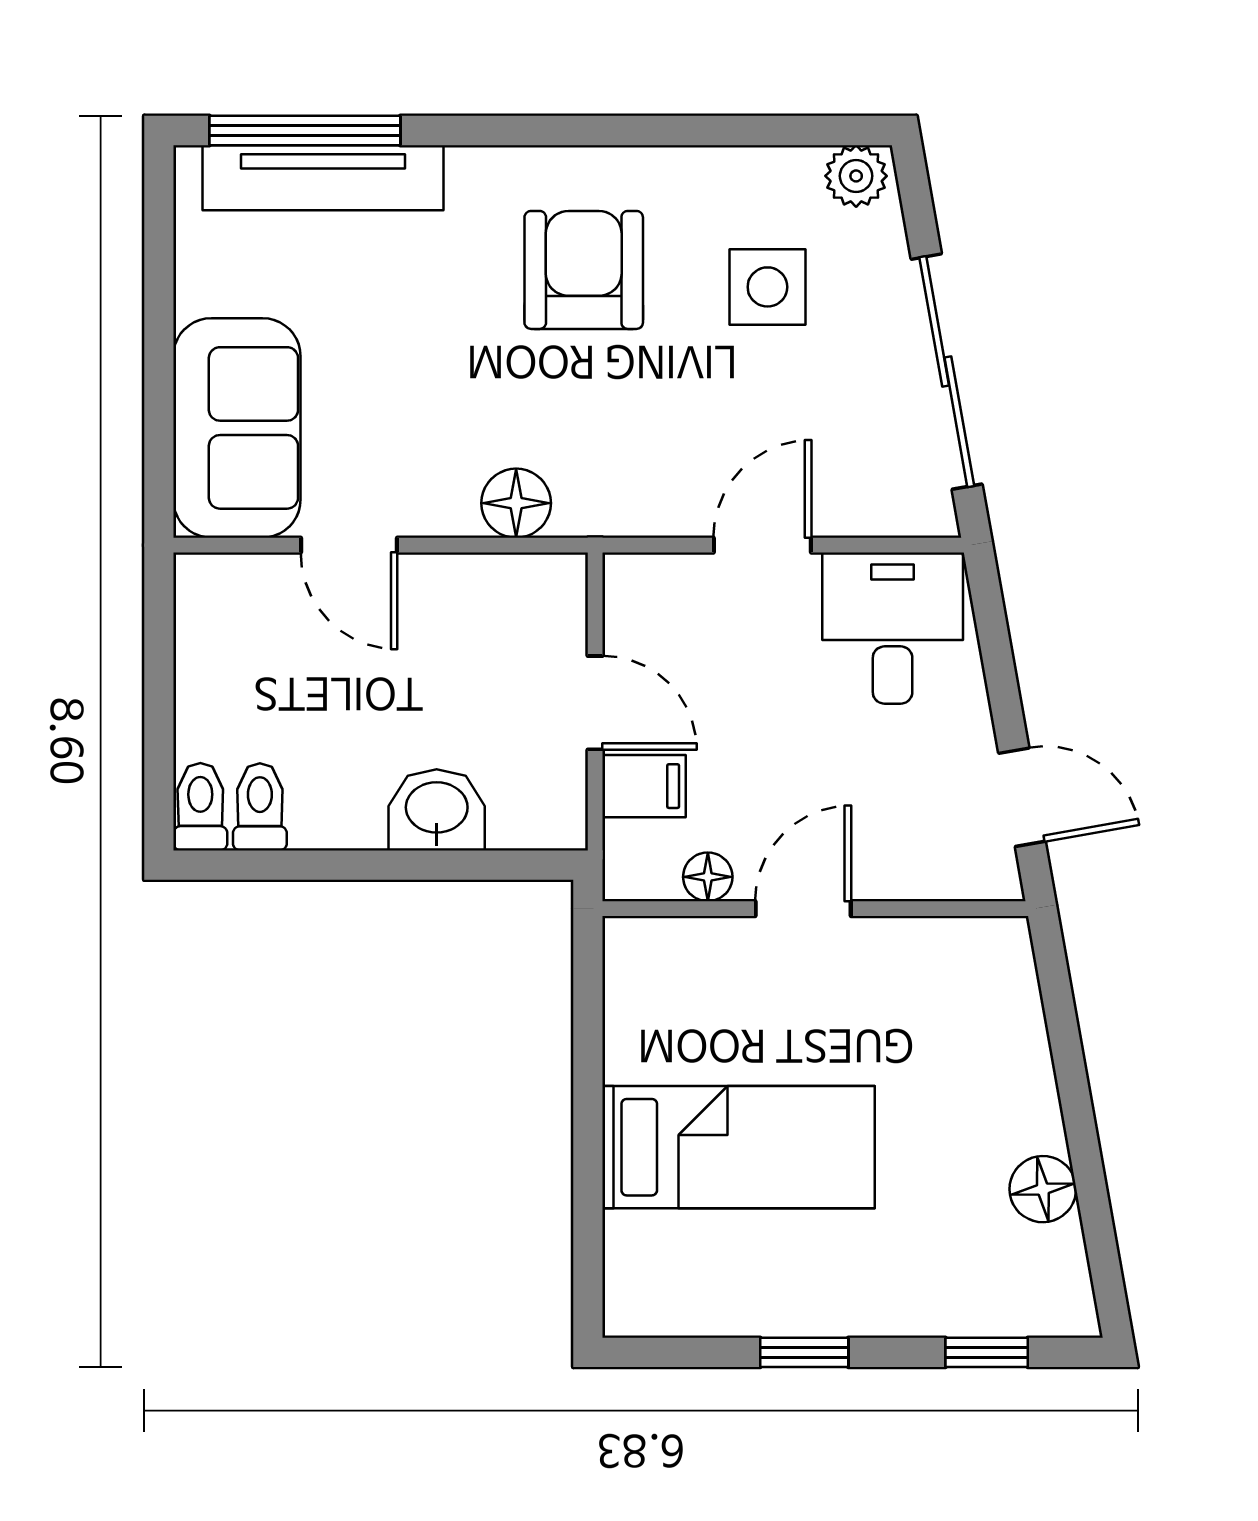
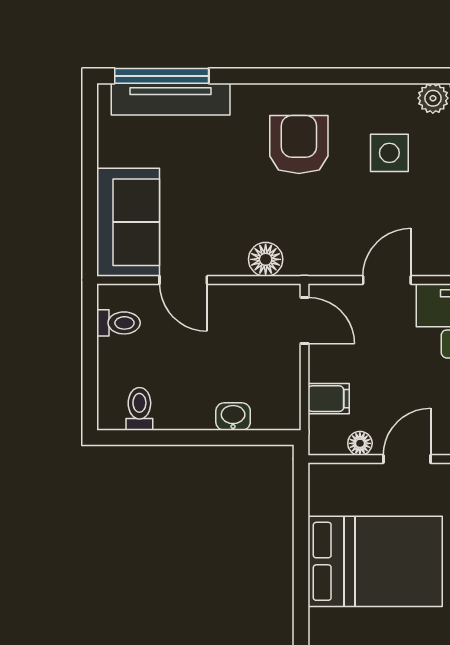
door: (595, 703) -> (305, 320), moved
toilet: (200, 807) -> (118, 323), moved, turned 90
washbasin: (437, 810) -> (233, 417), width x0.72, depth x0.69
bed: (739, 1147) -> (375, 561), width x1.50

